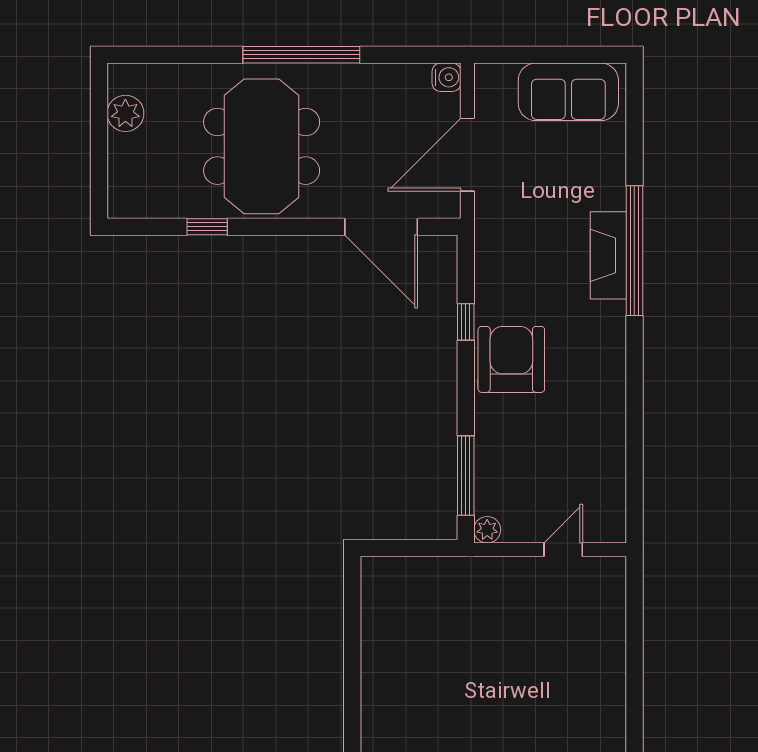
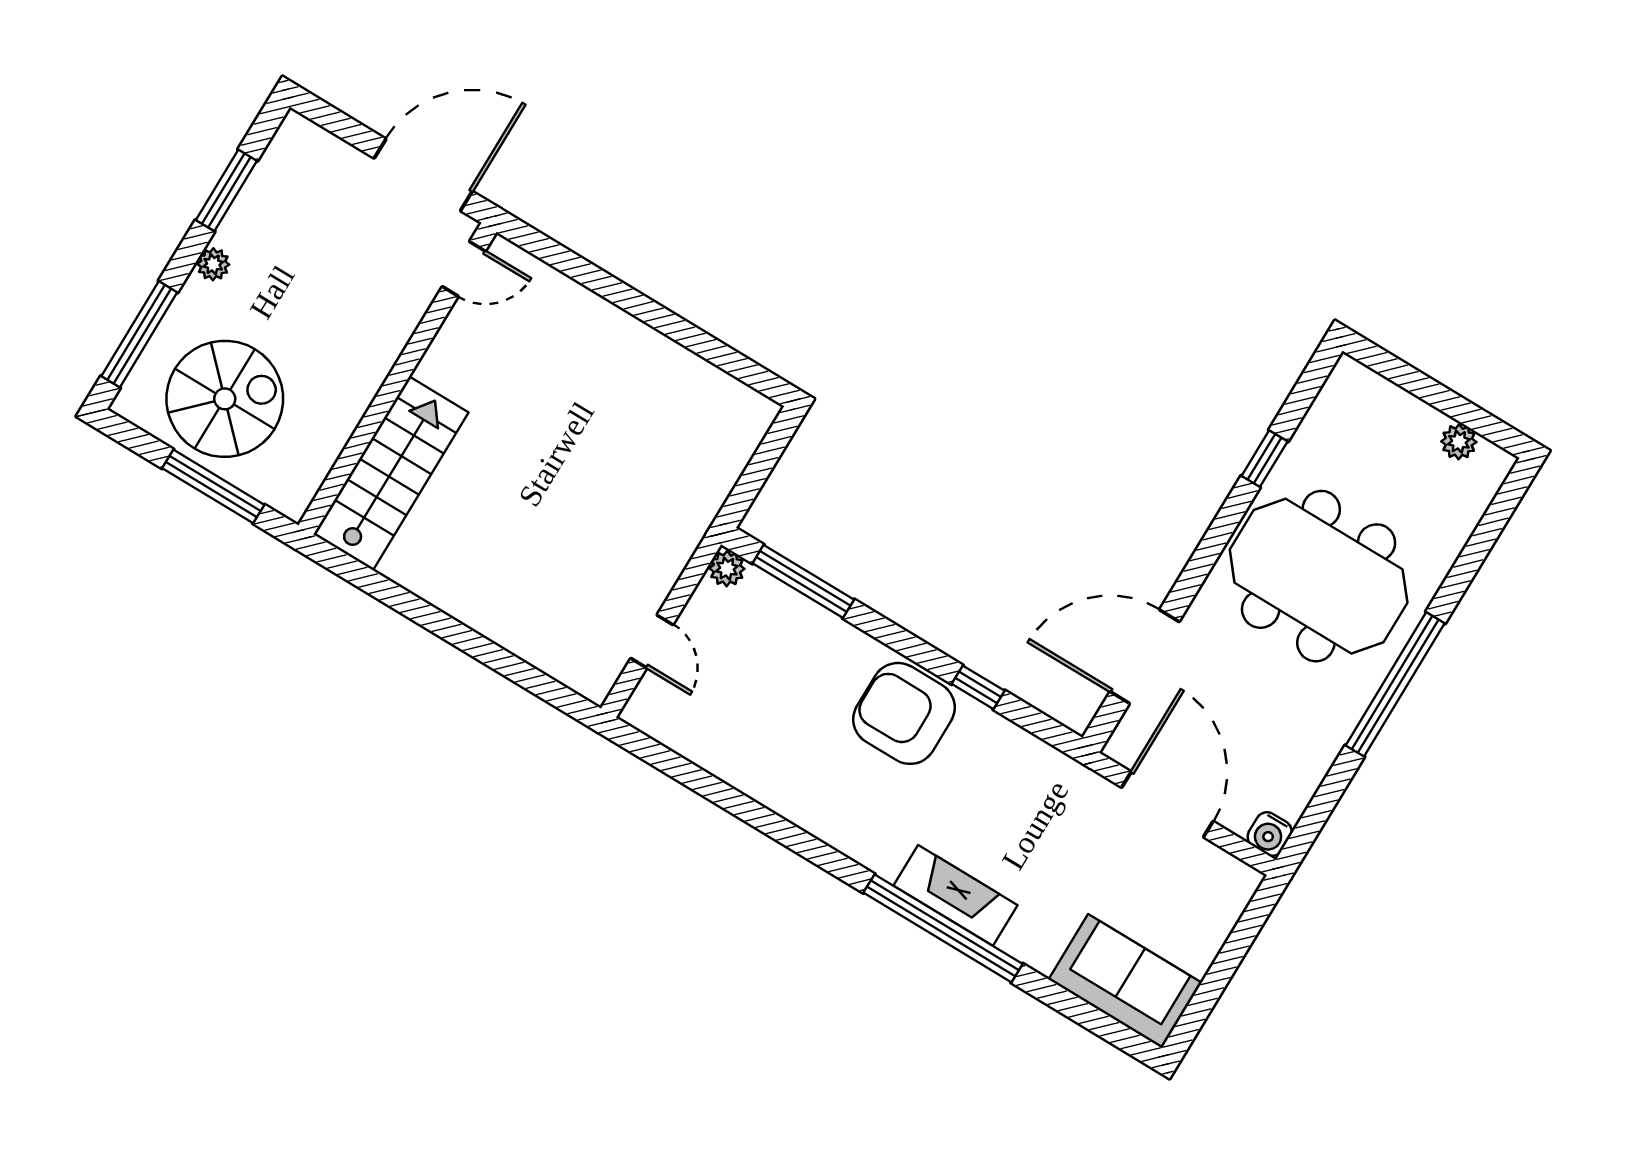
sofa: (568, 92) -> (1125, 981), moved, turned 90
plant: (125, 113) -> (1459, 442), width x0.73, depth x0.73
armchair: (511, 359) -> (904, 713), turned 180

